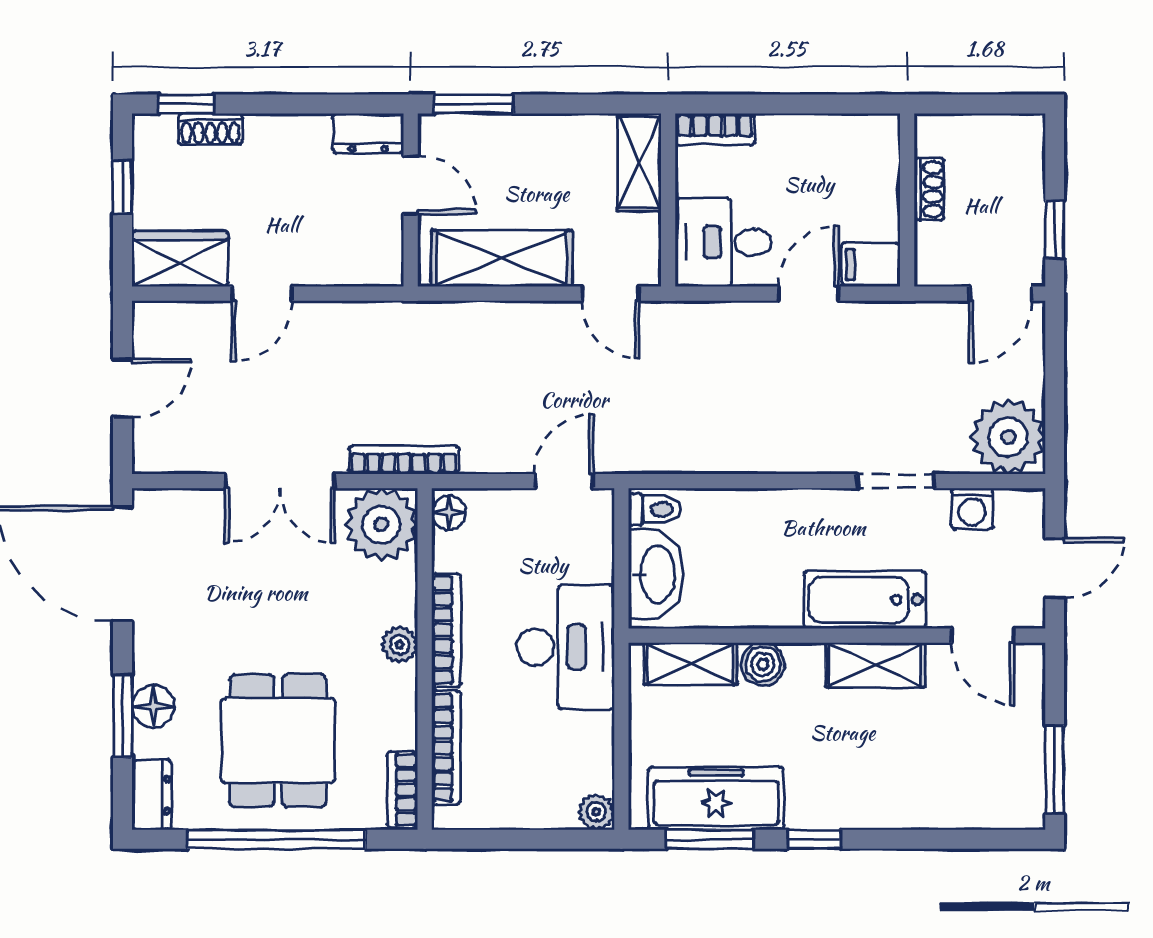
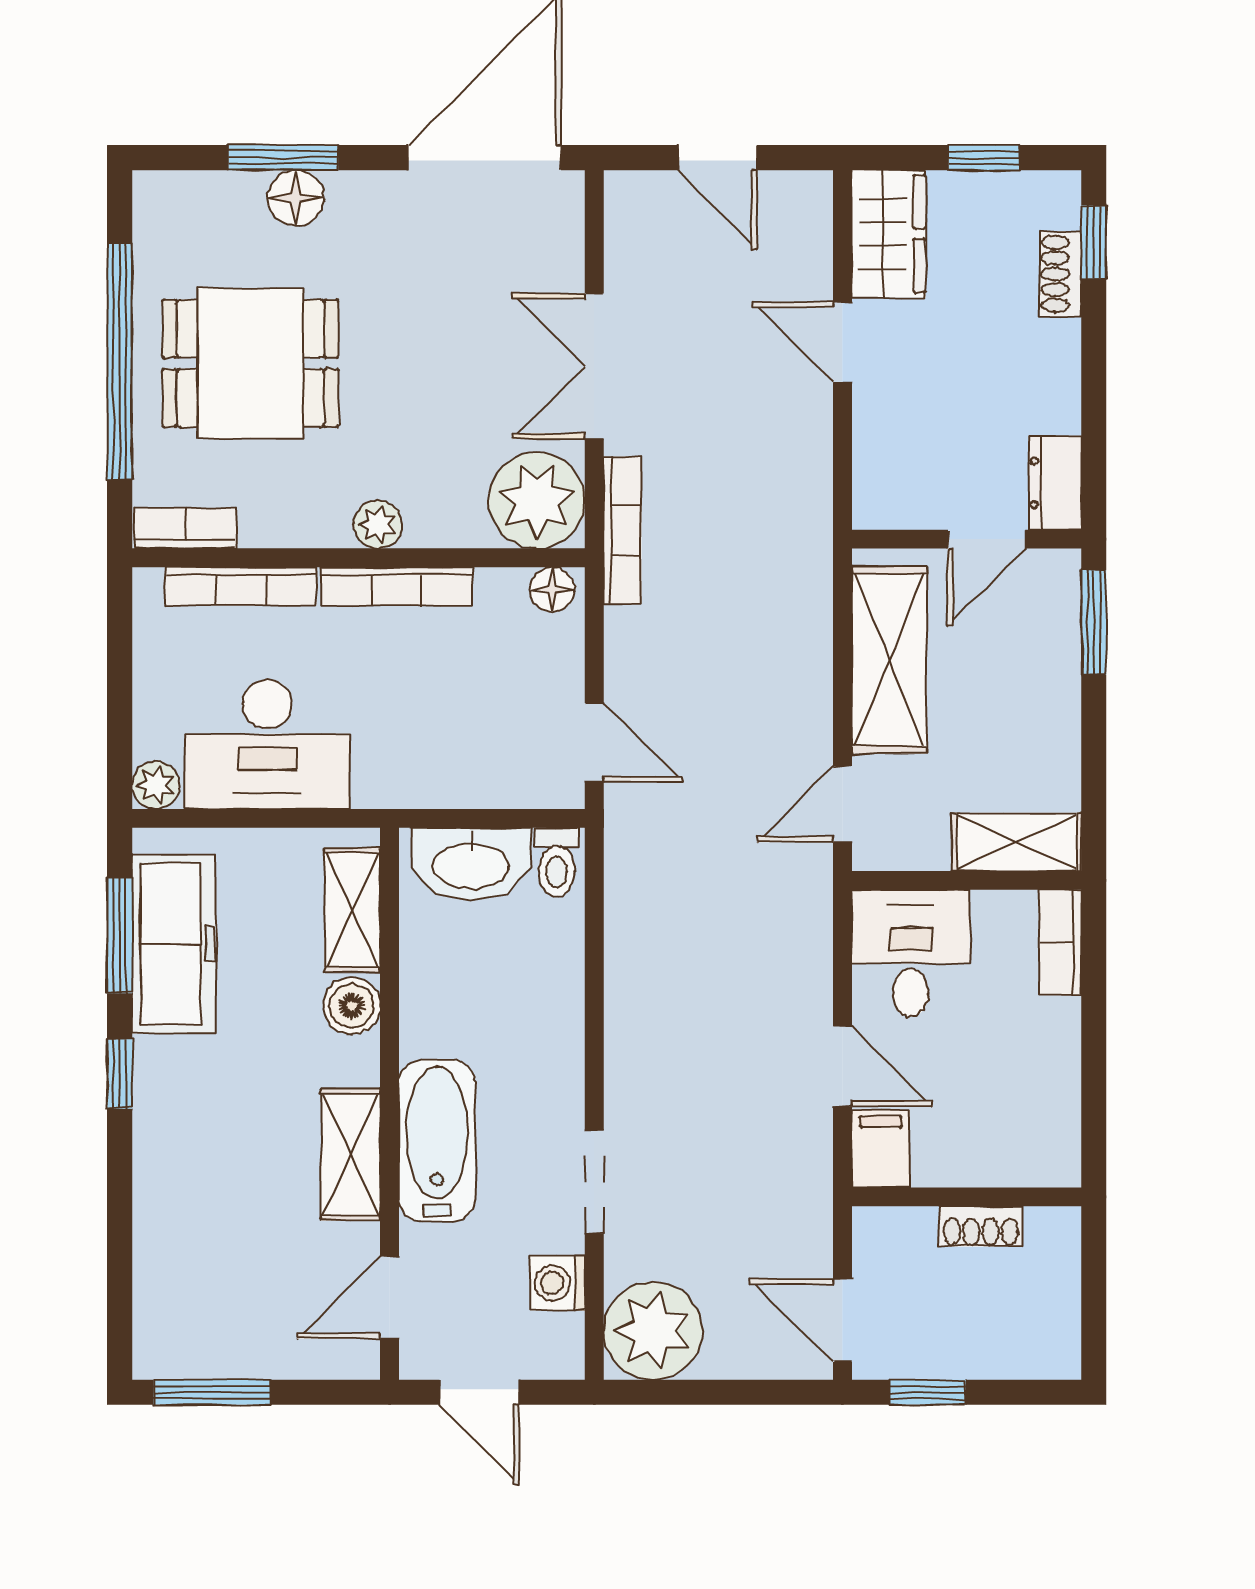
desk: (565, 647) -> (267, 744), moved
dresser: (152, 795) -> (179, 196), removed

